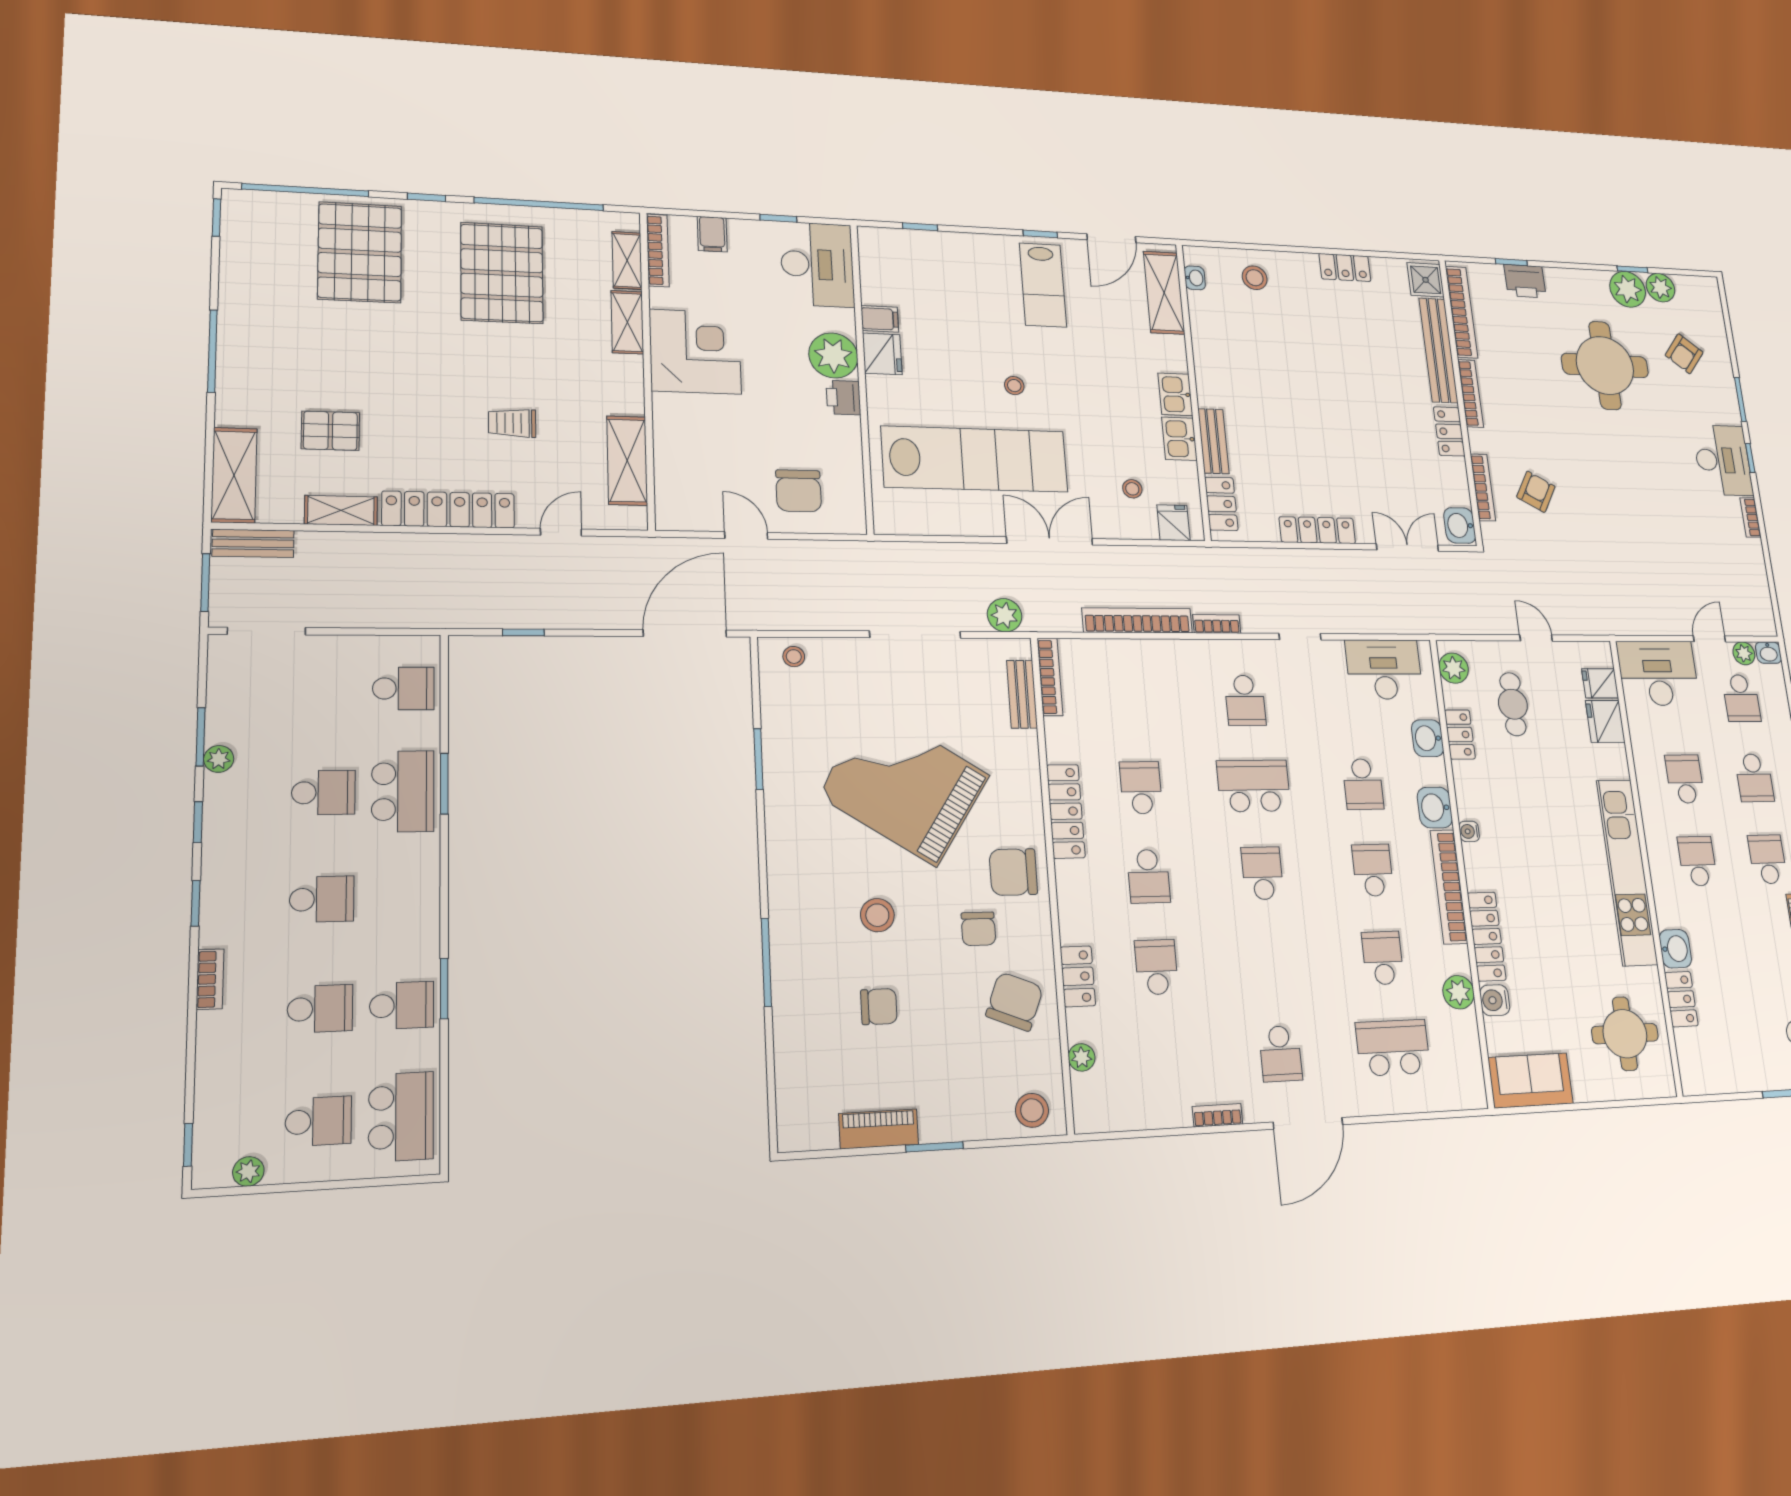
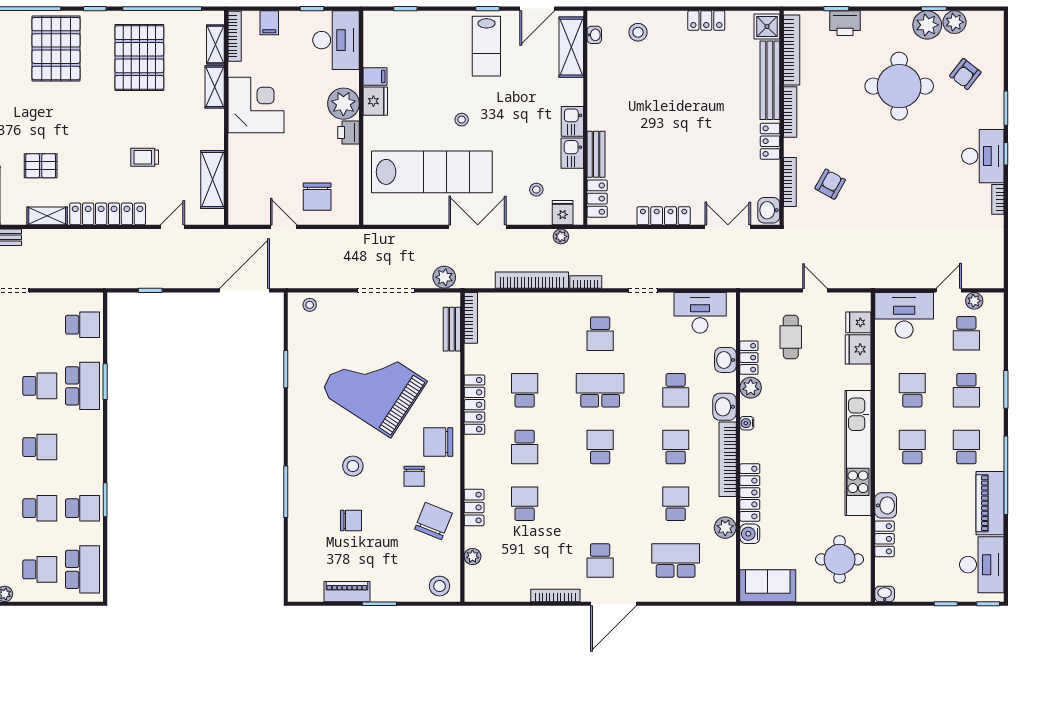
plant: (1174, 557) -> (561, 236), added
washbasin: (1768, 653) -> (885, 594), moved, turned 180
plant: (1454, 668) -> (751, 388), moved
bookcase: (1218, 1115) -> (555, 596), width x1.56

